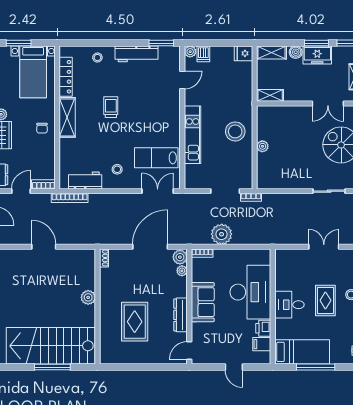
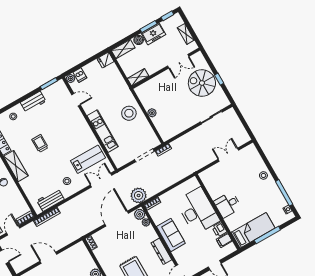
workbench: (136, 54) -> (33, 102), width x0.73
door: (182, 80) -> (76, 100), hinge flipped
lab bench: (156, 158) -> (88, 159), turned 180
plant: (222, 234) -> (139, 195), moved
rug: (325, 300) -> (249, 189), removed

